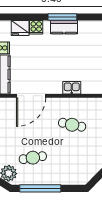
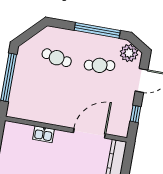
cafe table: (72, 125) -> (57, 58), moved

